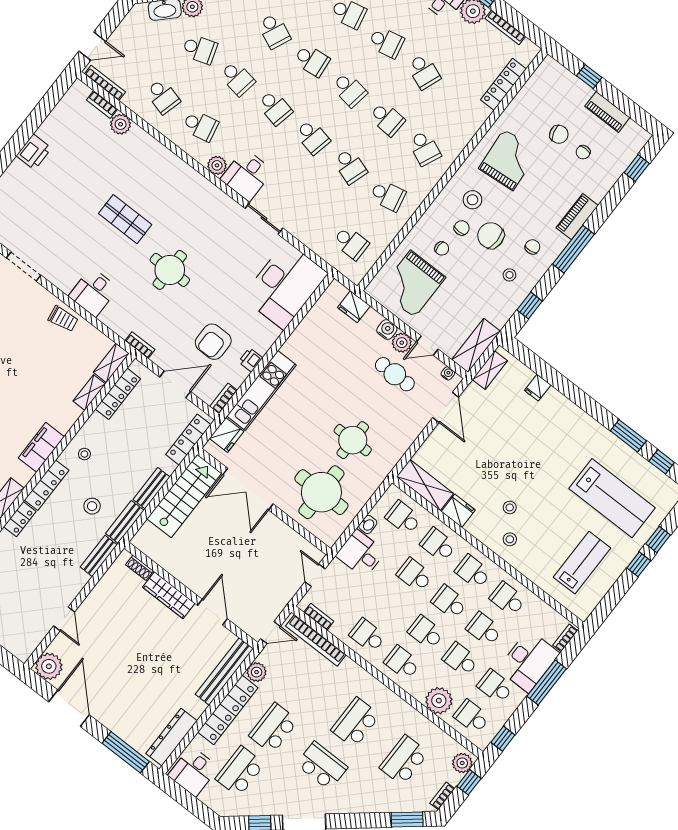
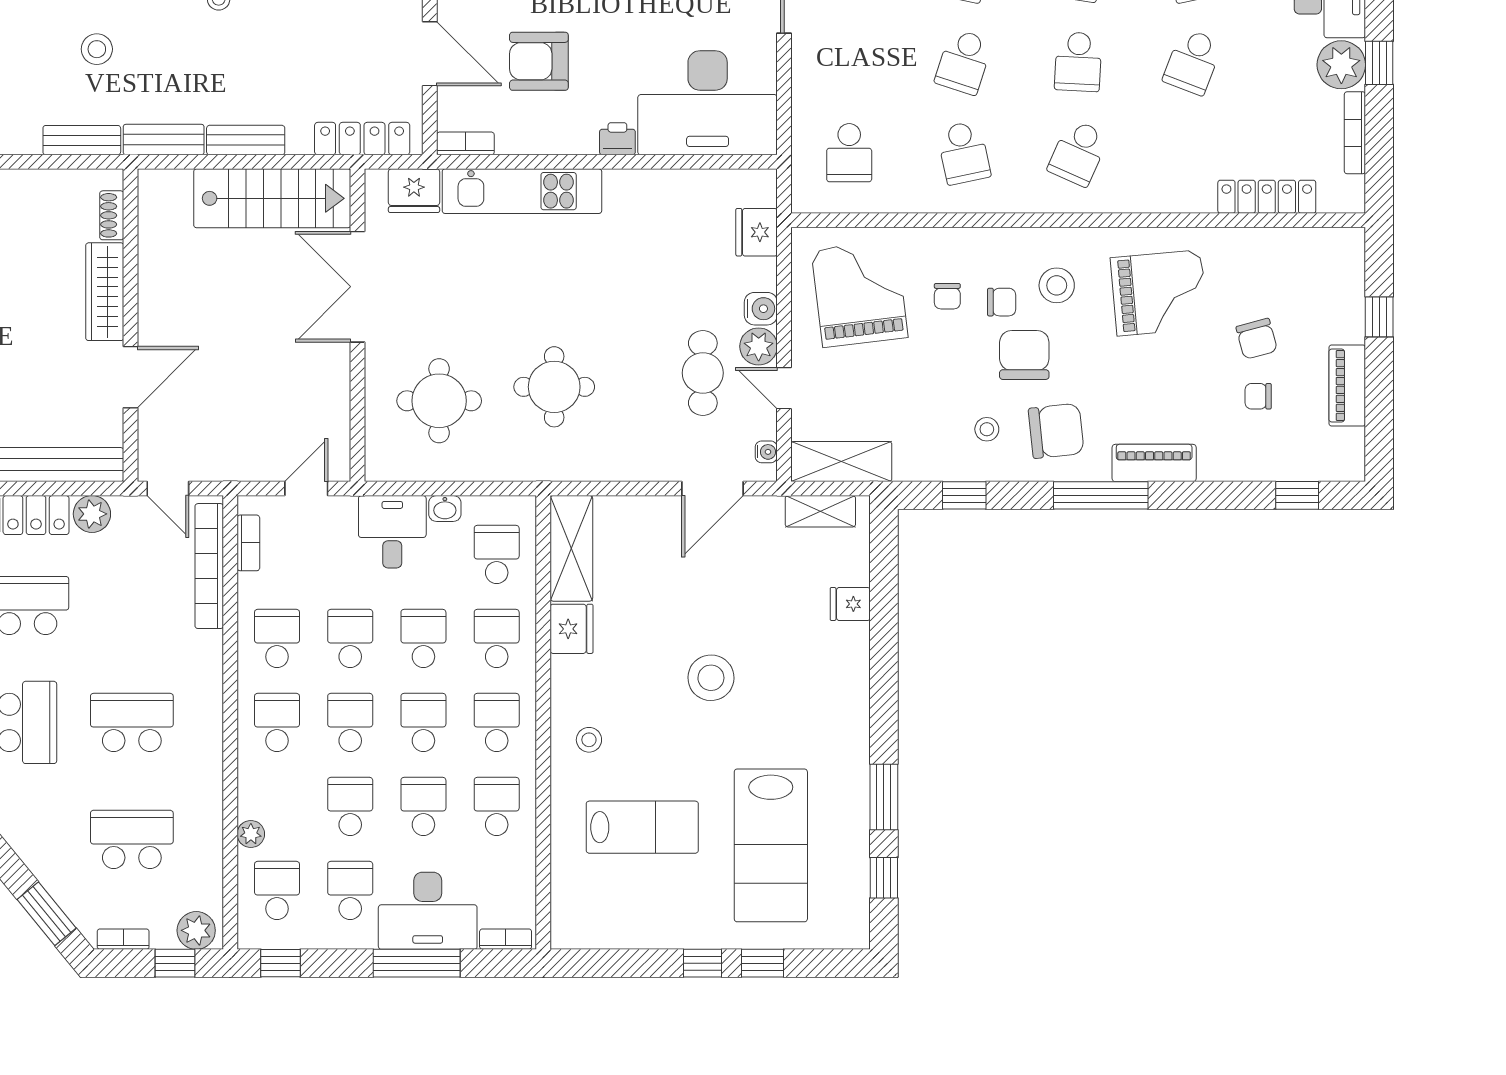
chair: (532, 247) -> (1056, 431), width x1.87, depth x1.87
grand piano: (412, 284) -> (860, 294), turned 83
printer: (251, 360) -> (617, 139), moved
round table: (321, 492) -> (439, 401), width x0.73, depth x0.73
stool: (92, 506) -> (97, 49), moved
stool: (510, 507) -> (711, 678), moved, width x1.89, depth x1.89
lab bench: (582, 563) -> (642, 827), moved
school desk: (391, 605) -> (350, 638), added
plant: (439, 701) -> (251, 834), width x0.53, depth x0.53

